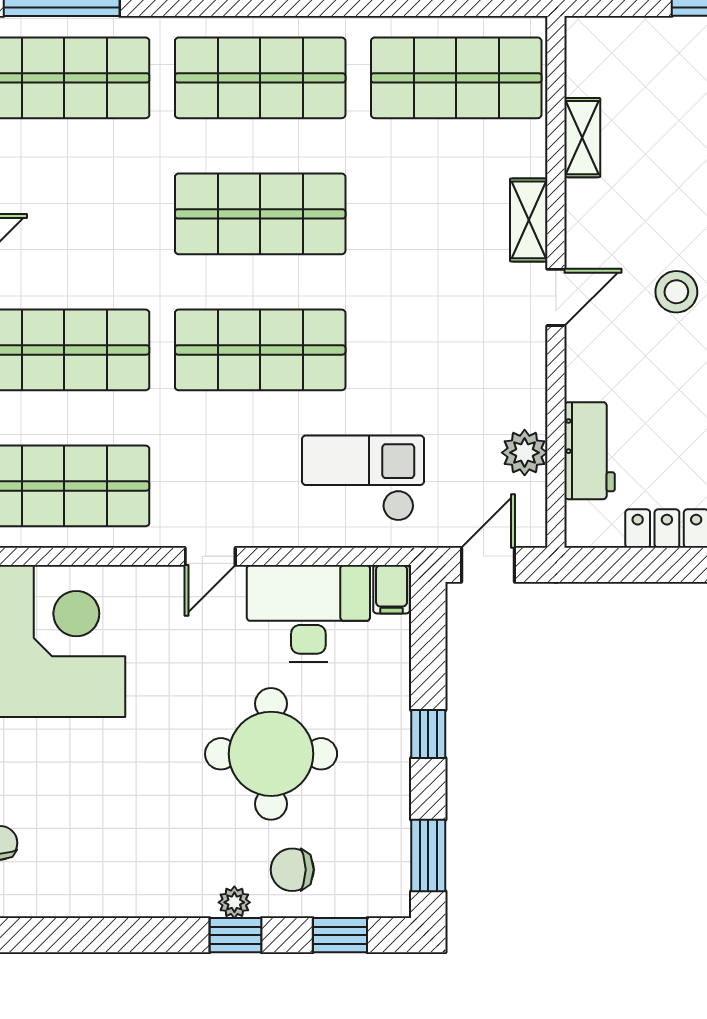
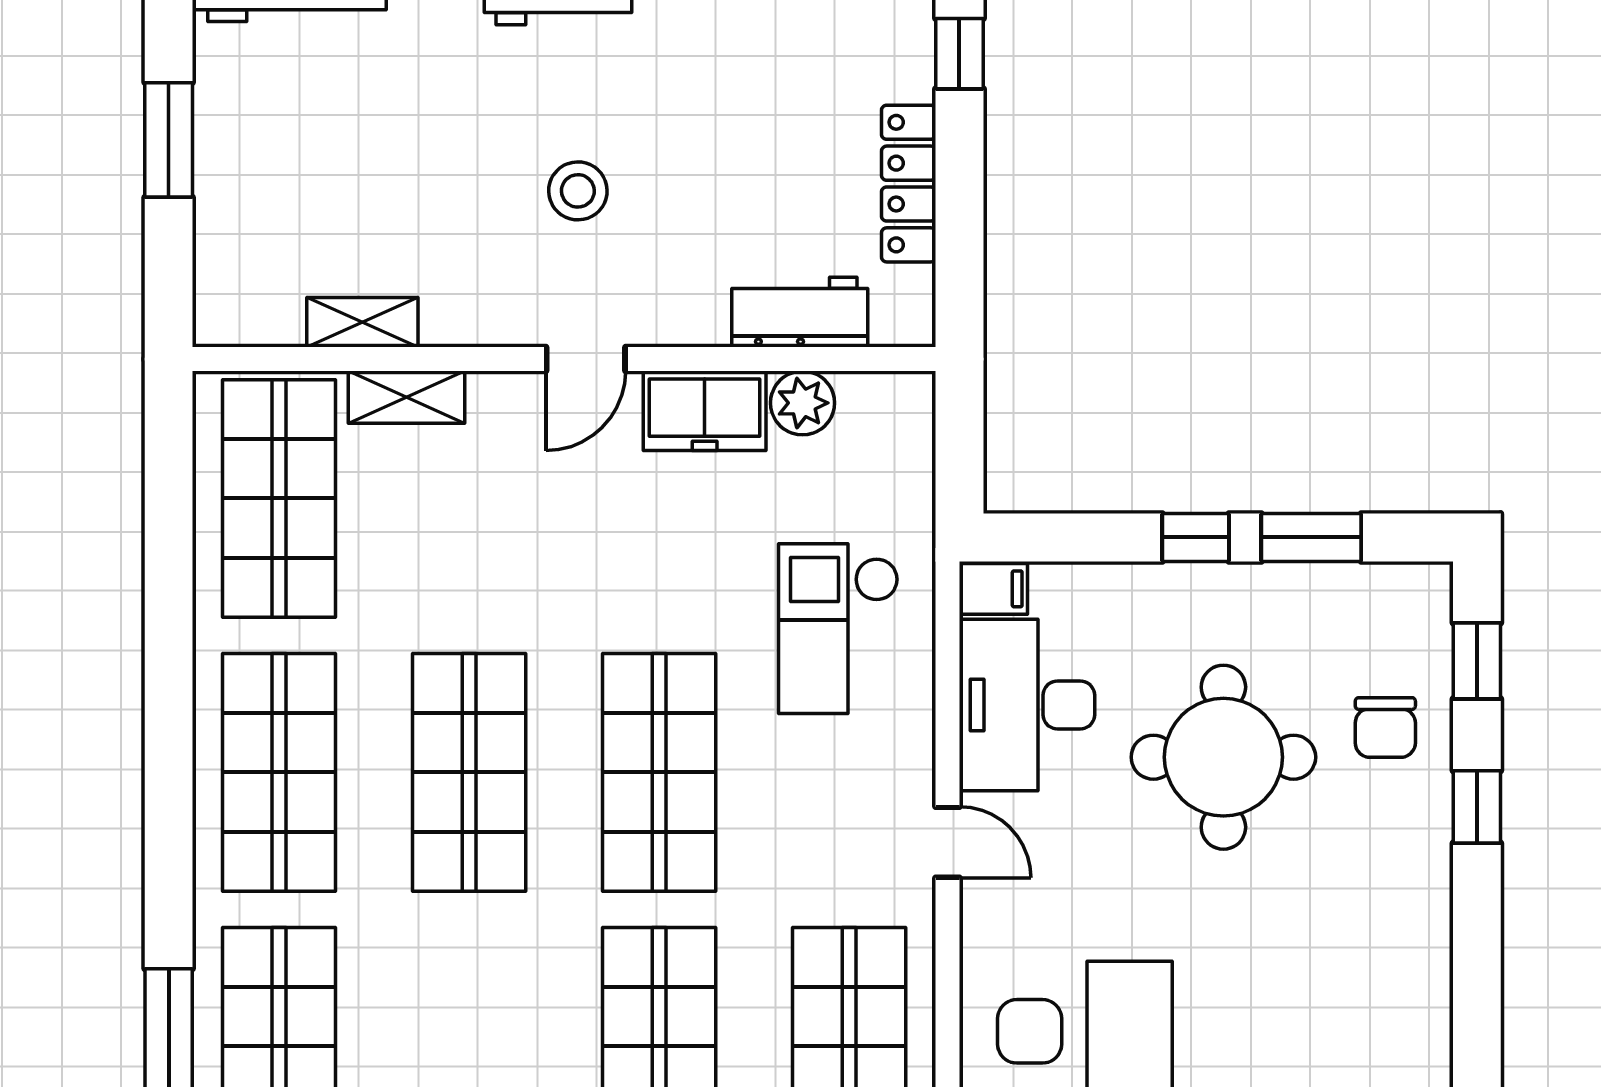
shelving: (529, 220) -> (406, 397), moved
door: (556, 297) -> (586, 359), swing flipped
freezer: (519, 382) -> (705, 411), added
door: (488, 565) -> (959, 454), removed
window: (428, 855) -> (1311, 537), moved
plant: (234, 902) -> (1431, 808), removed

